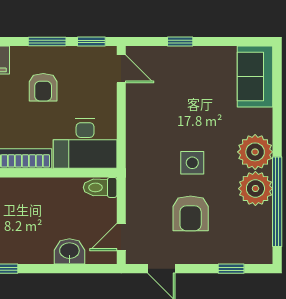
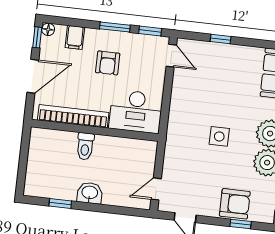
toilet: (100, 187) -> (85, 146), moved, turned -90
armchair: (191, 213) -> (235, 204), moved, turned -90
washbasin: (69, 251) -> (90, 193), moved

